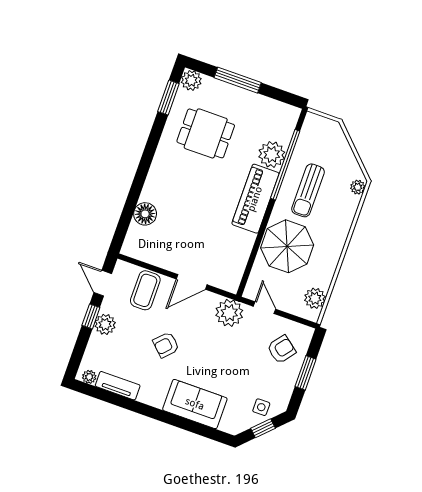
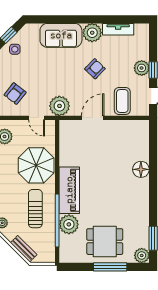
dining table: (206, 133) -> (105, 242), moved
bench: (342, 144) -> (24, 249), added
floor lamp: (145, 214) -> (141, 169), moved
plant: (89, 377) -> (92, 33), moved, width x1.87, depth x1.87

